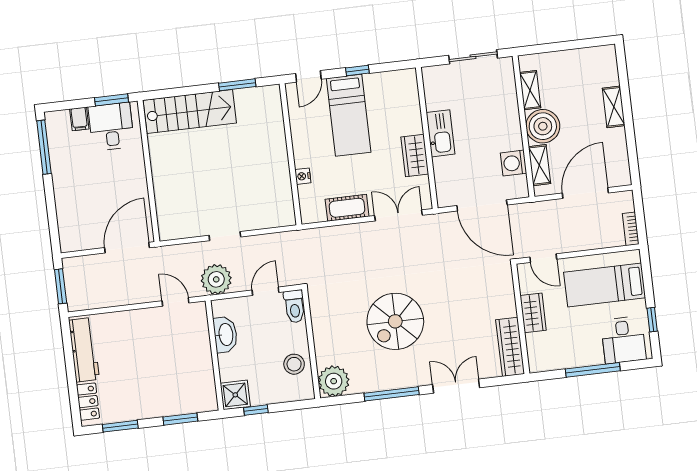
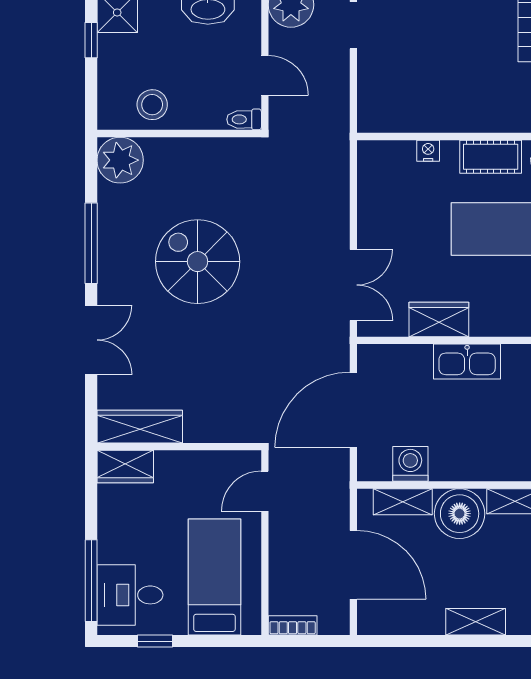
cot: (347, 208) -> (491, 157), moved, turned 90
toilet: (294, 306) -> (244, 119), width x0.73, depth x0.72
wardrobe: (533, 313) -> (125, 466), moved
window: (593, 370) -> (91, 581), moved

